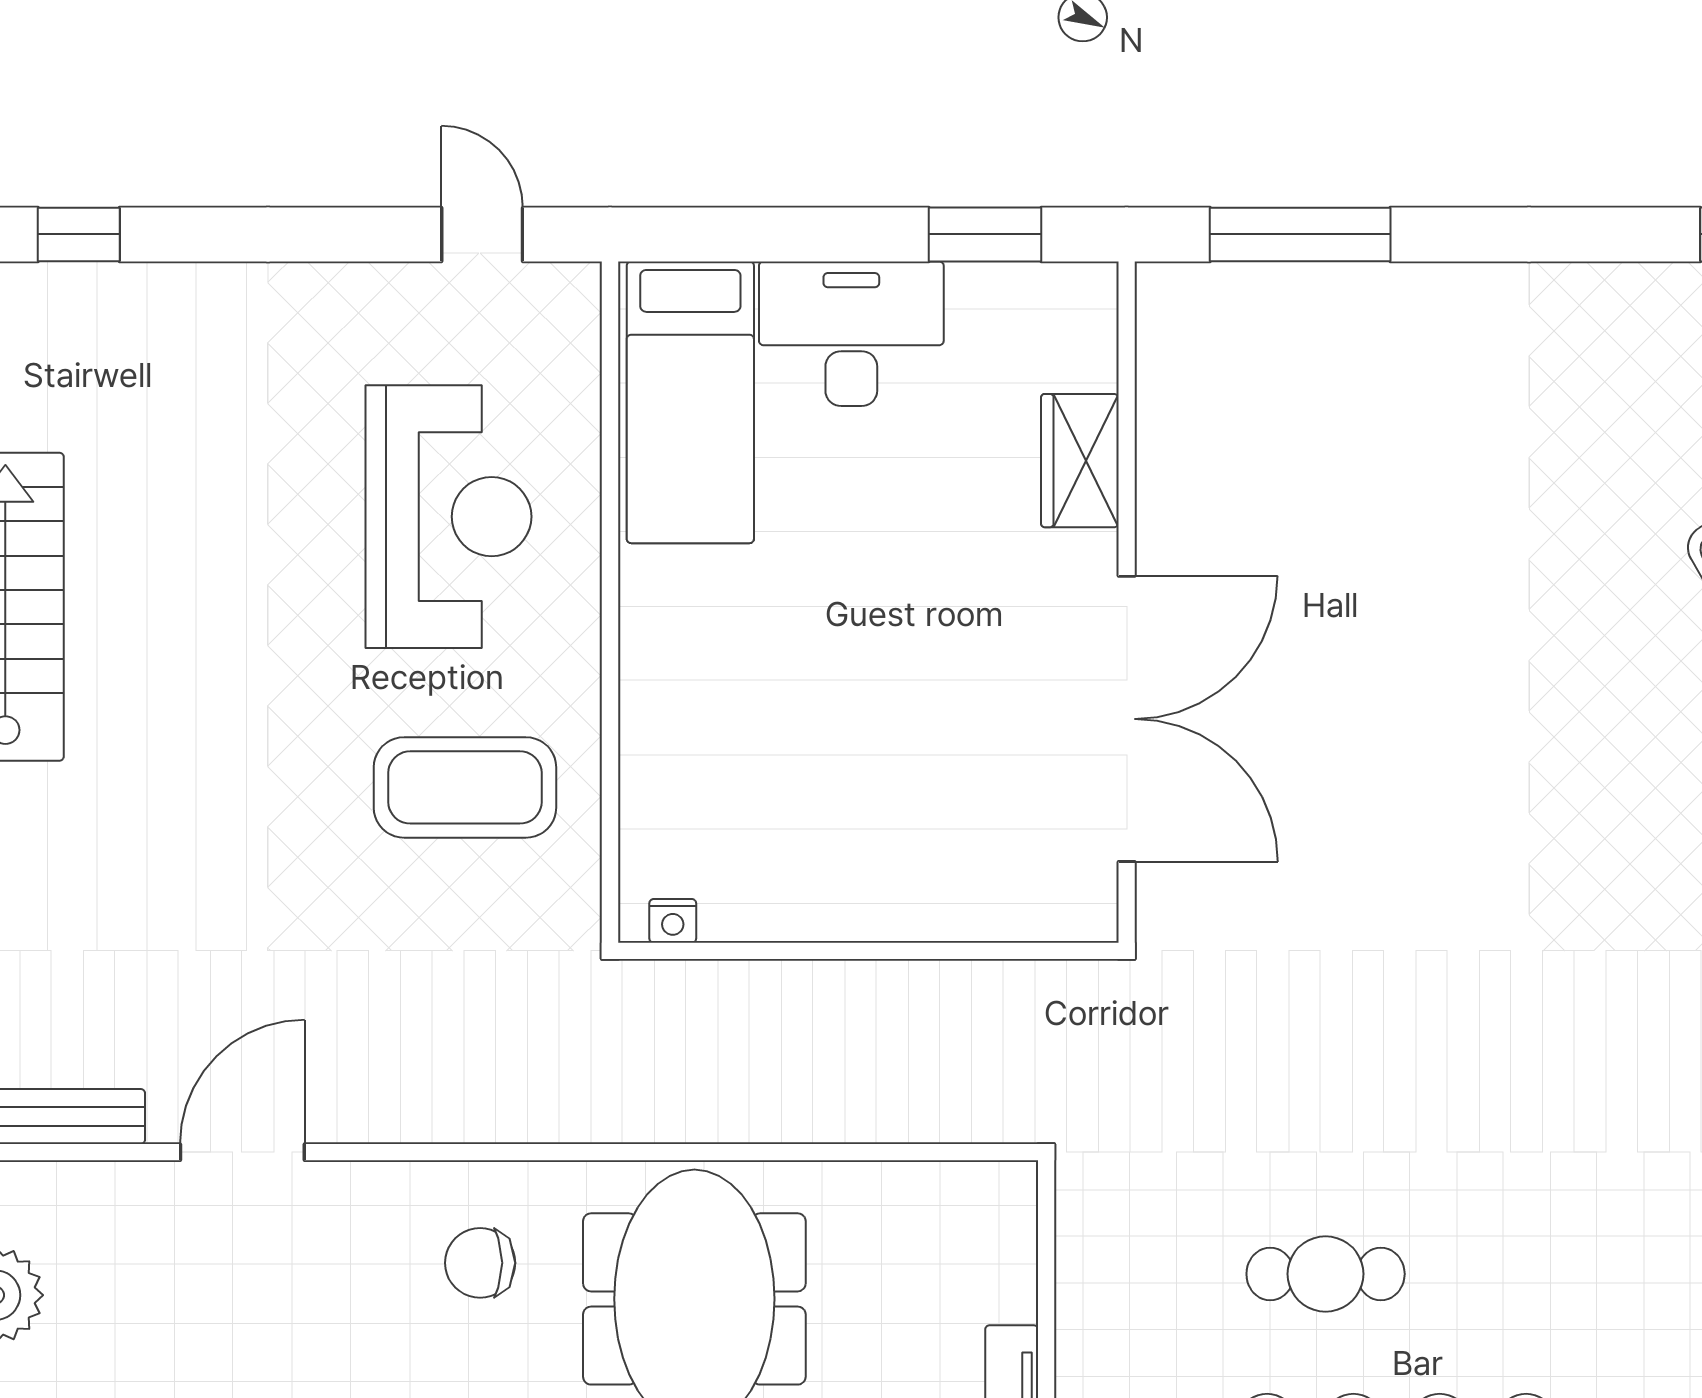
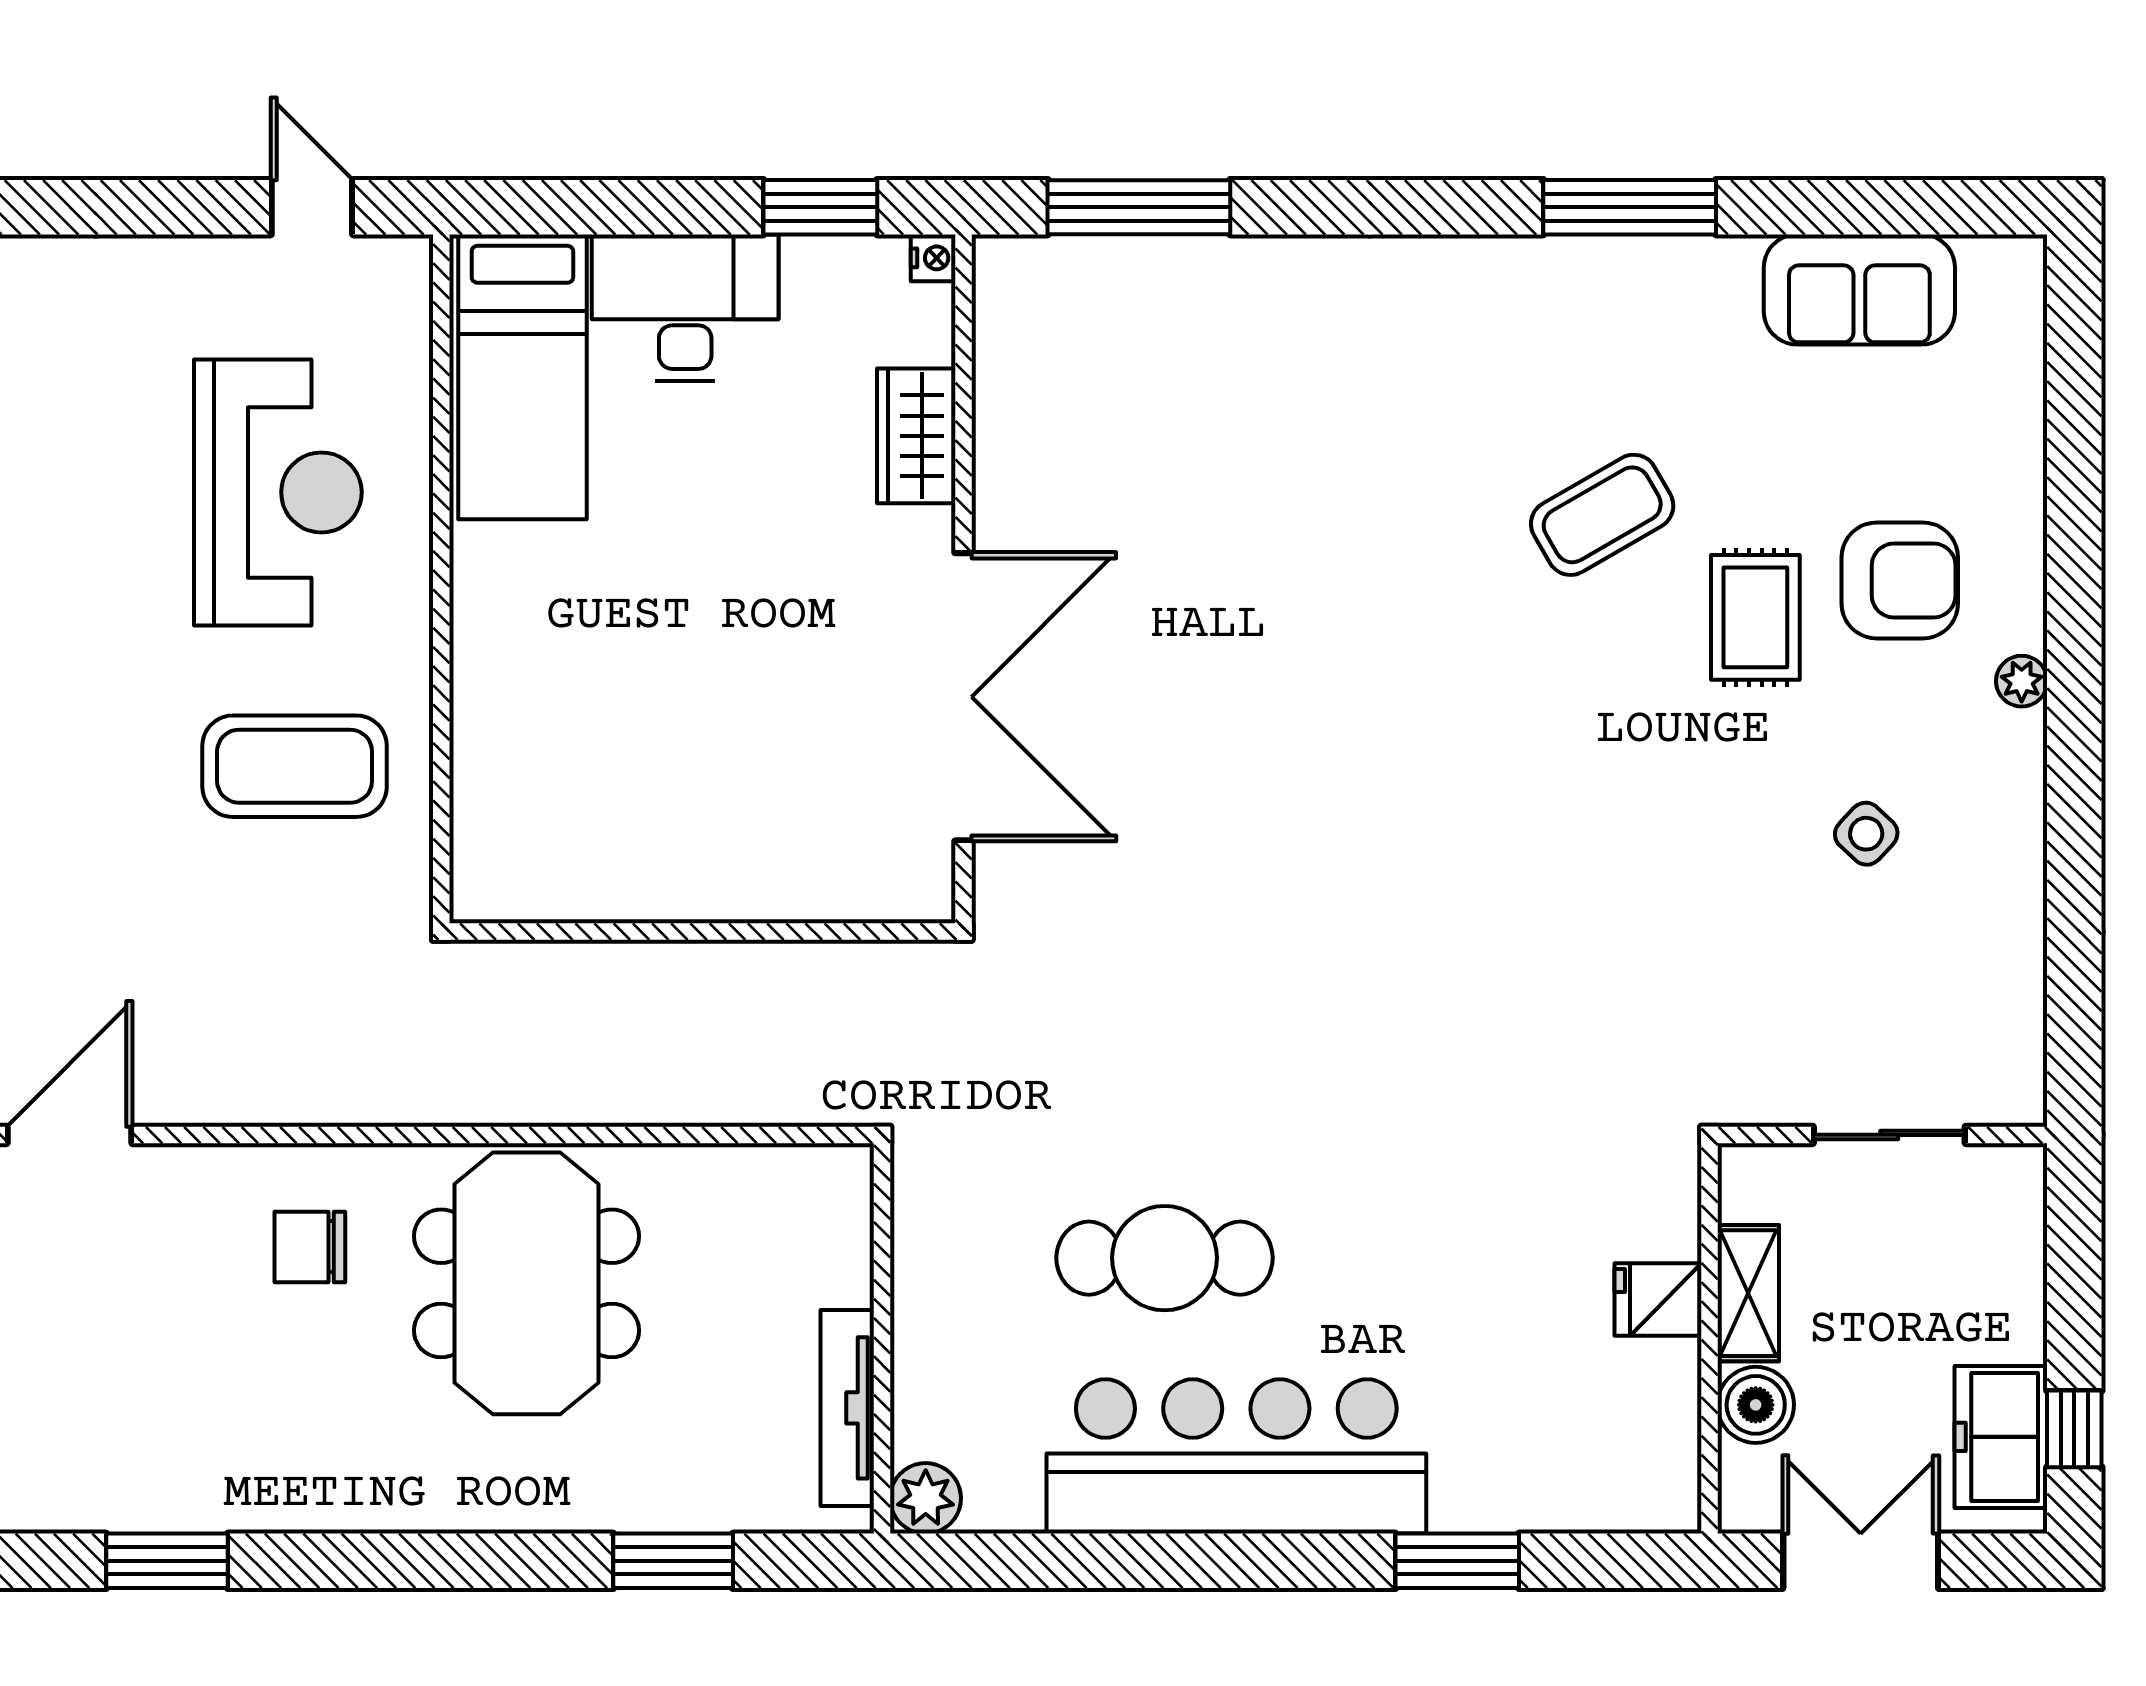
nightstand: (673, 921) -> (933, 258), moved, turned -90
cafe table: (1326, 1274) -> (1165, 1258), width x1.37, depth x1.35

